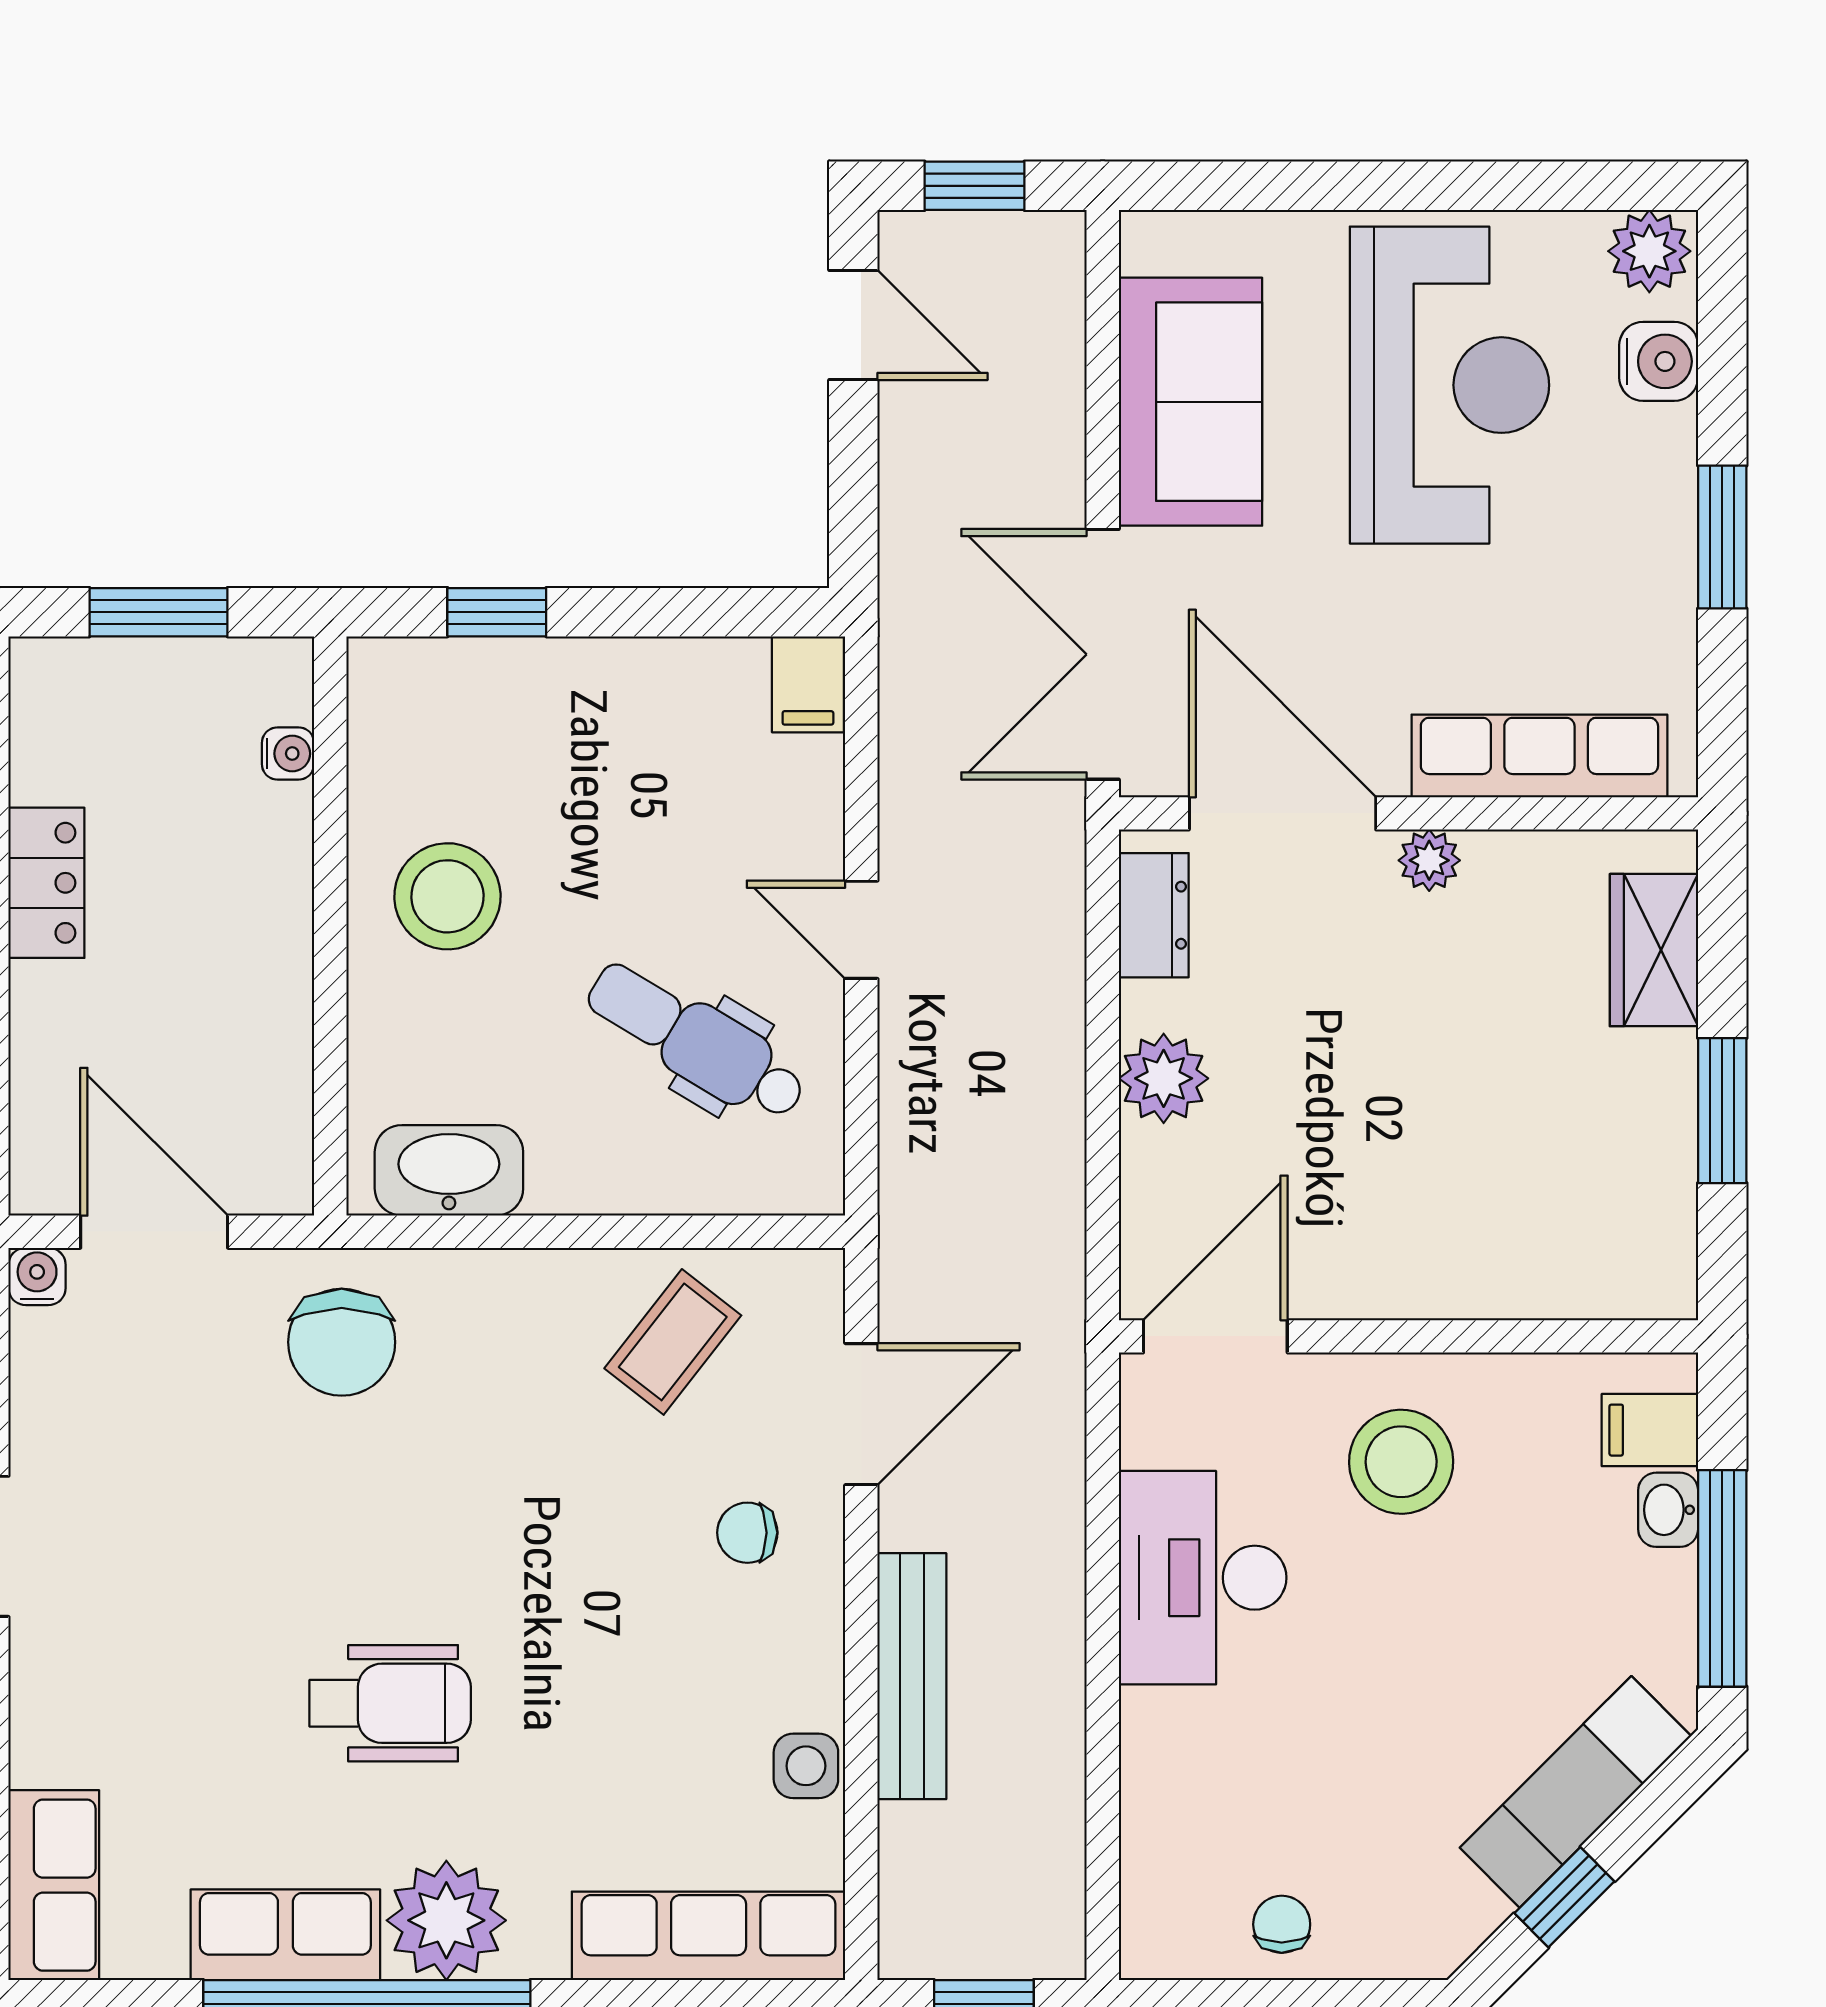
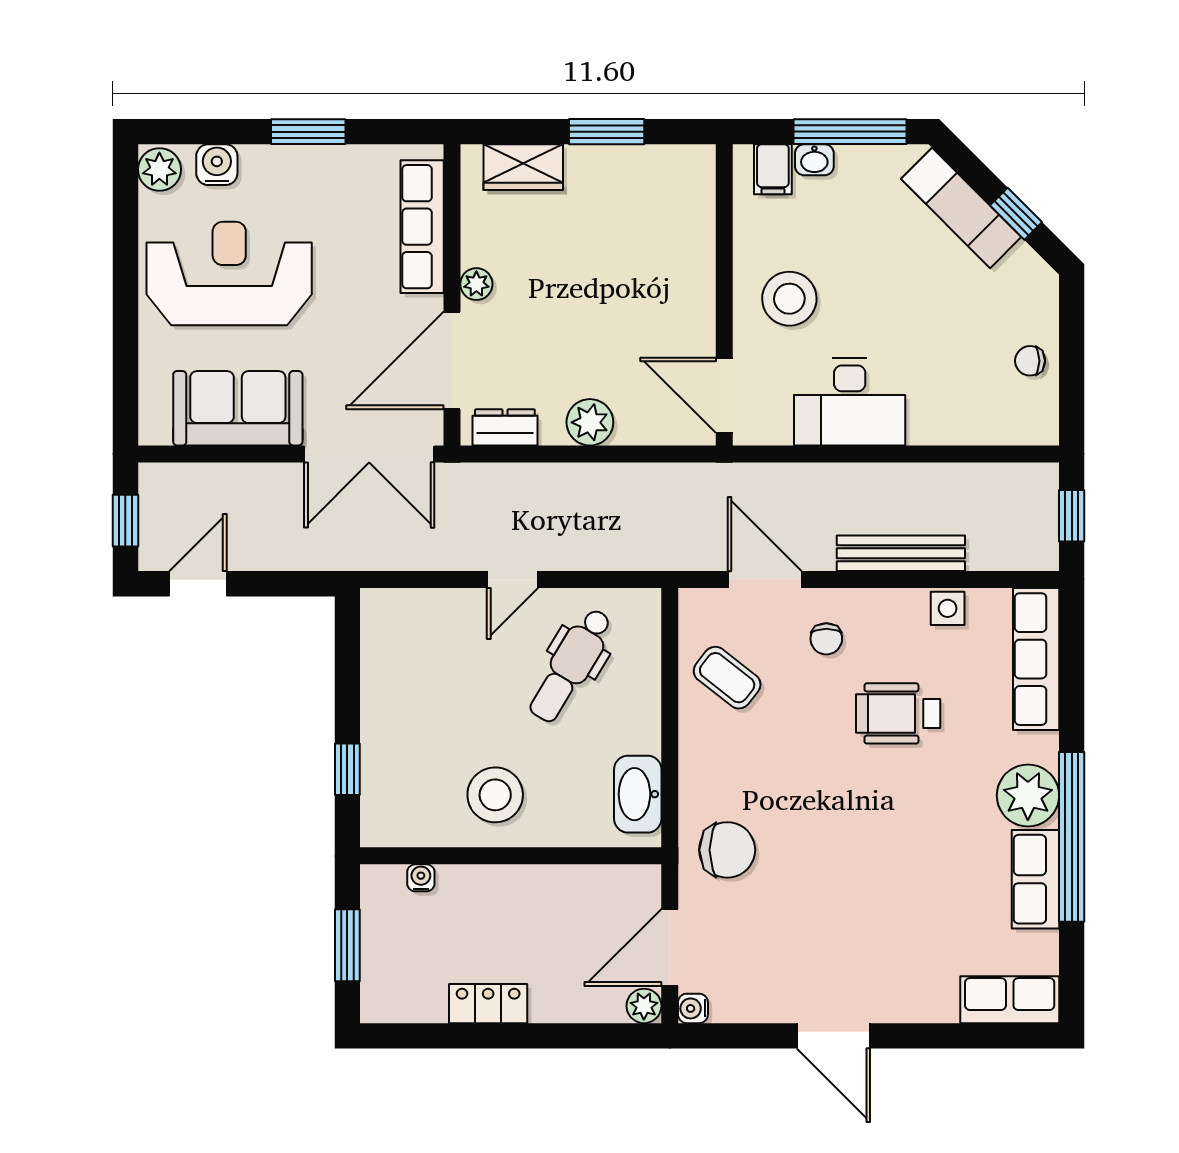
filing cabinet: (808, 684) -> (385, 607), removed
plant: (42, 1182) -> (644, 1006), added
wheelchair: (390, 1703) -> (898, 713), moved, turned -90

